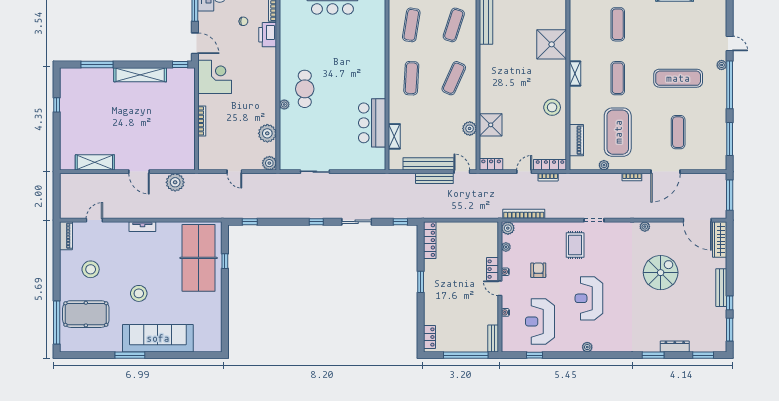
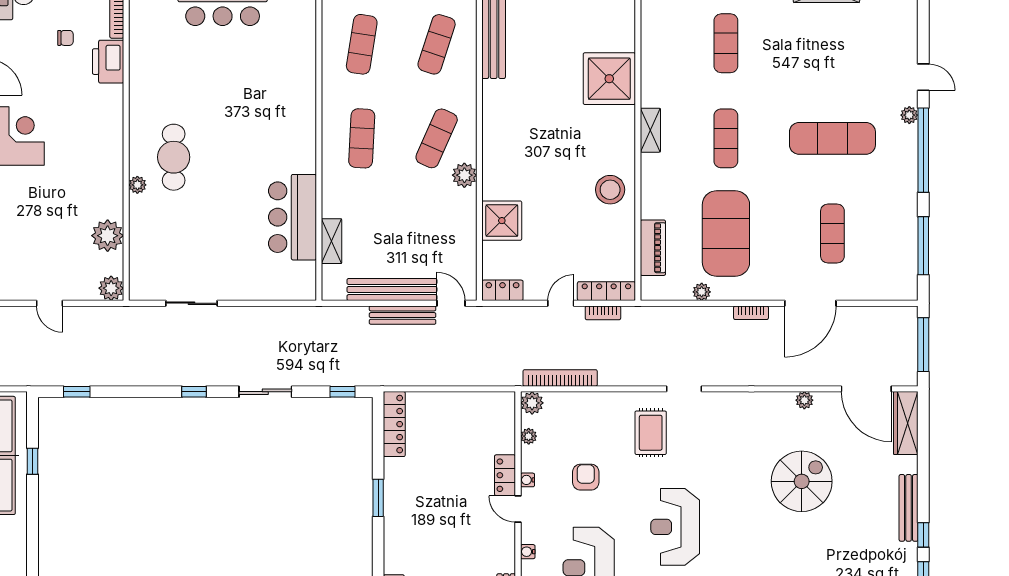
plant: (470, 128) -> (464, 175), moved
plant: (645, 227) -> (804, 400), moved

